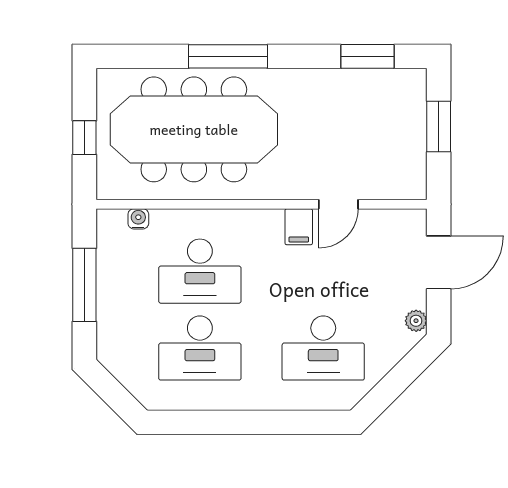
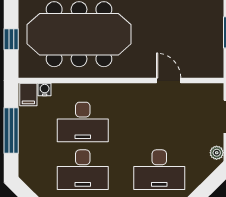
door: (338, 204) -> (169, 81), swing flipped
filing cabinet: (299, 227) -> (28, 95), moved

